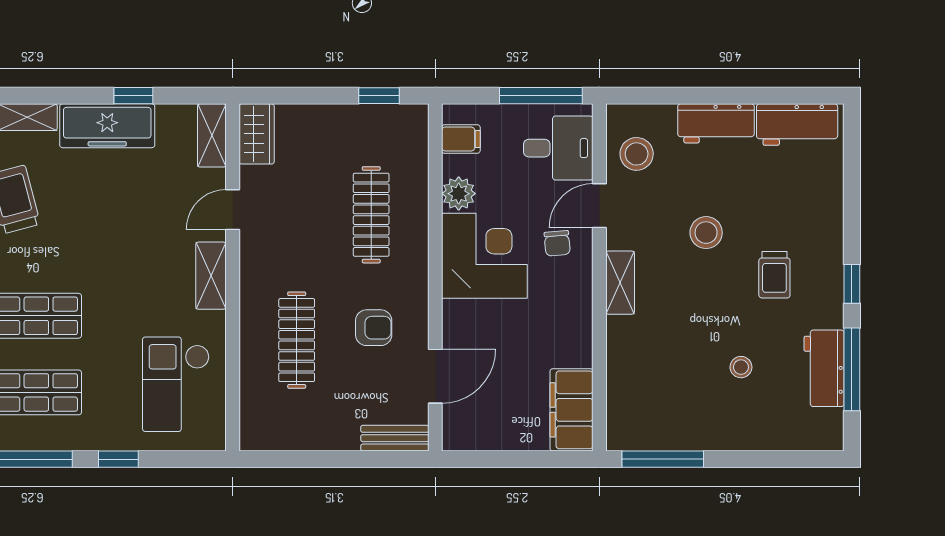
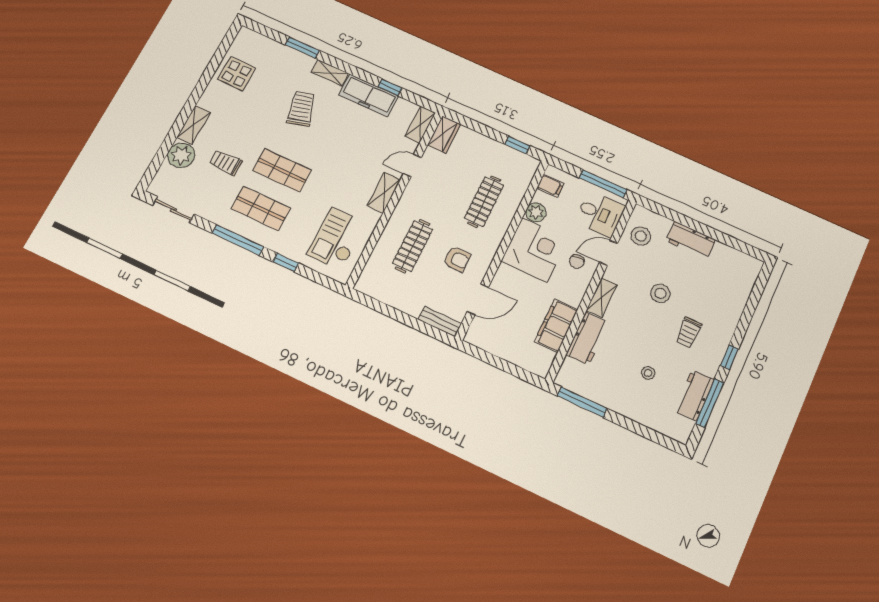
workbench: (797, 125) -> (587, 338), moved, turned -90
filing cabinet: (571, 410) -> (556, 326), moved

